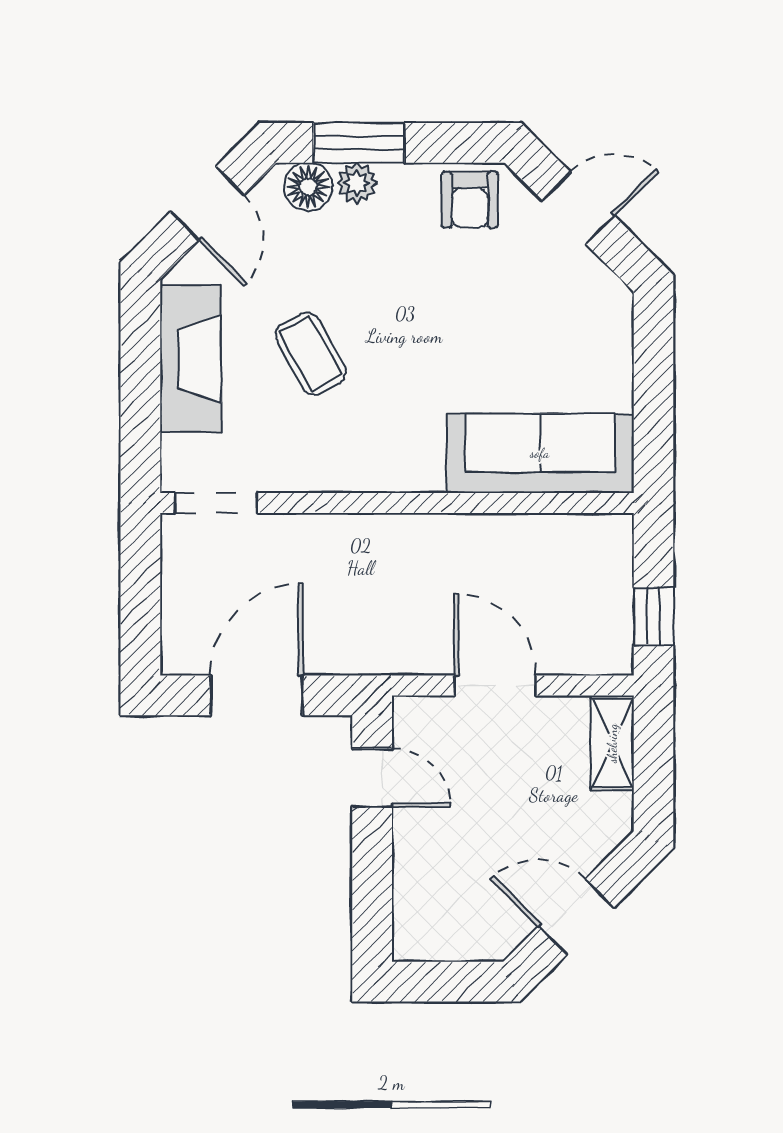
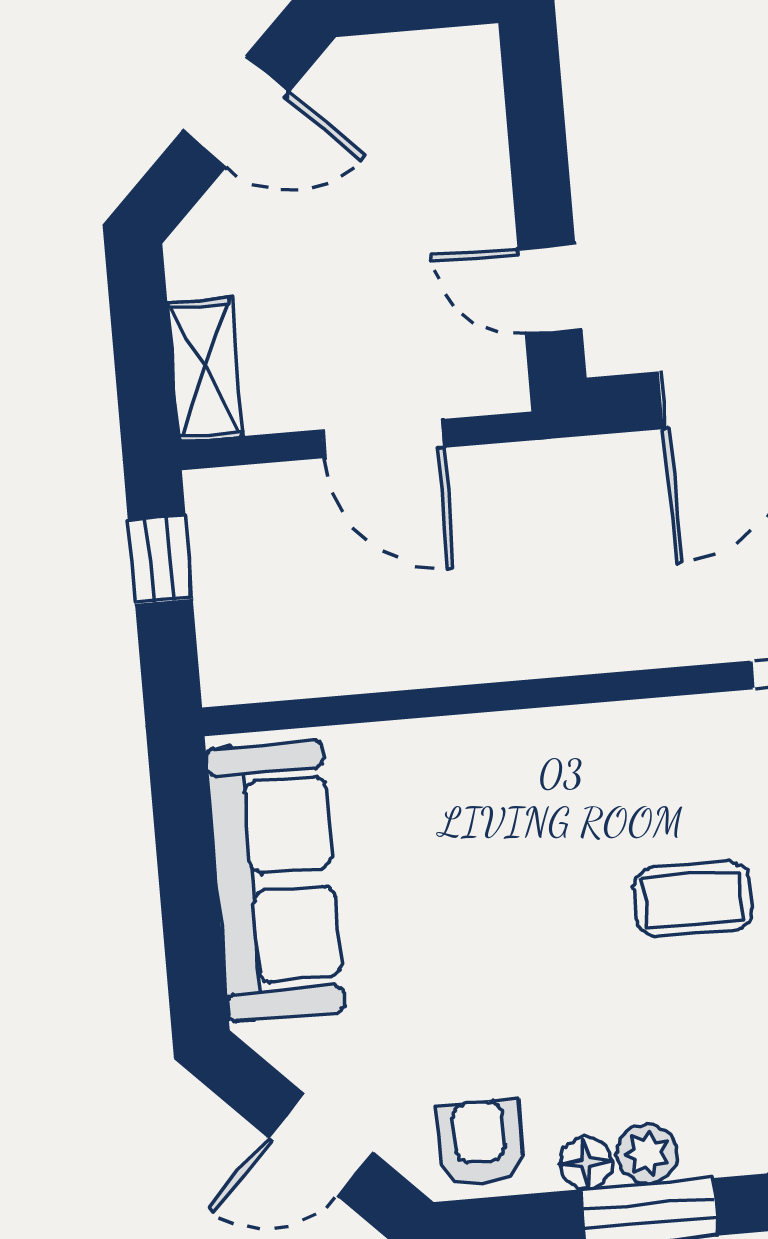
floor lamp: (308, 187) -> (586, 1163), moved, width x0.73, depth x0.73
coffee table: (311, 354) -> (693, 899), turned -61
sofa: (540, 453) -> (275, 881), moved, turned -90

